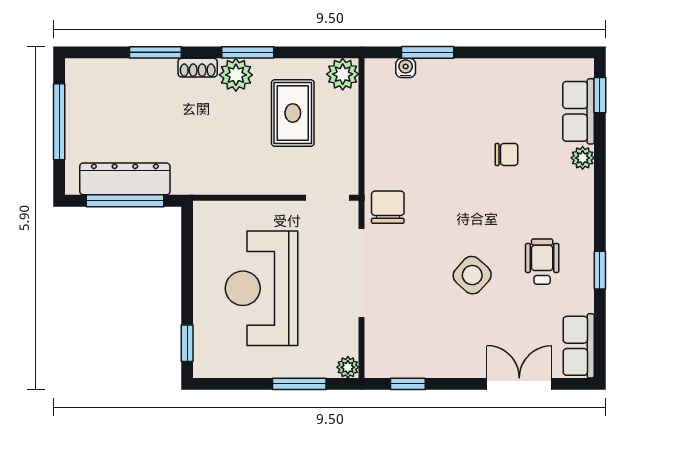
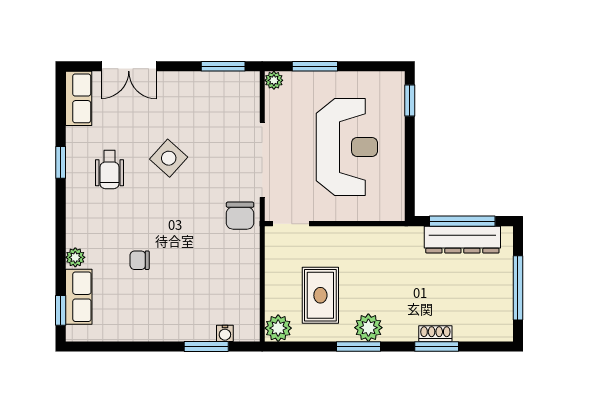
shoe rack: (198, 68) -> (435, 334), moved
window: (408, 384) -> (223, 66), width x1.50

